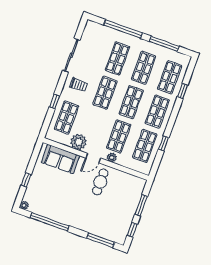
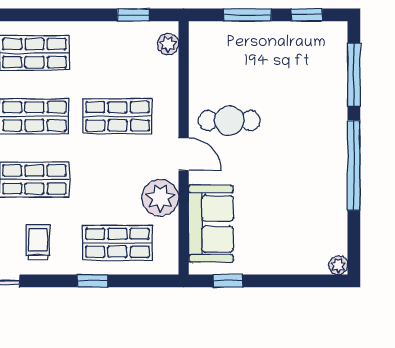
window: (164, 143) -> (133, 15), moved
shop shelf: (145, 146) -> (117, 53), removed
plant: (112, 157) -> (168, 44), moved
window: (26, 180) -> (228, 281), moved
window: (50, 222) -> (354, 165), moved

